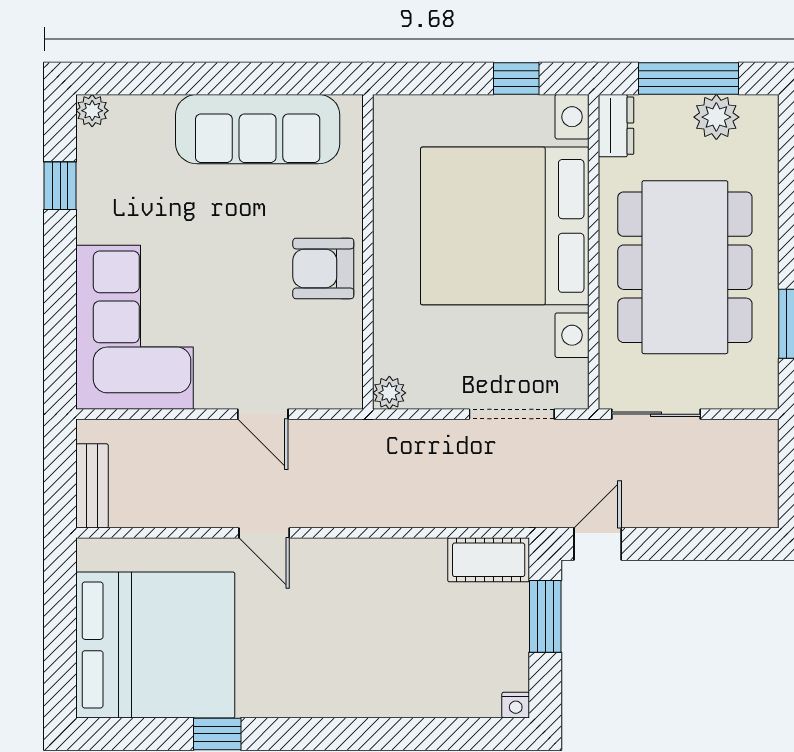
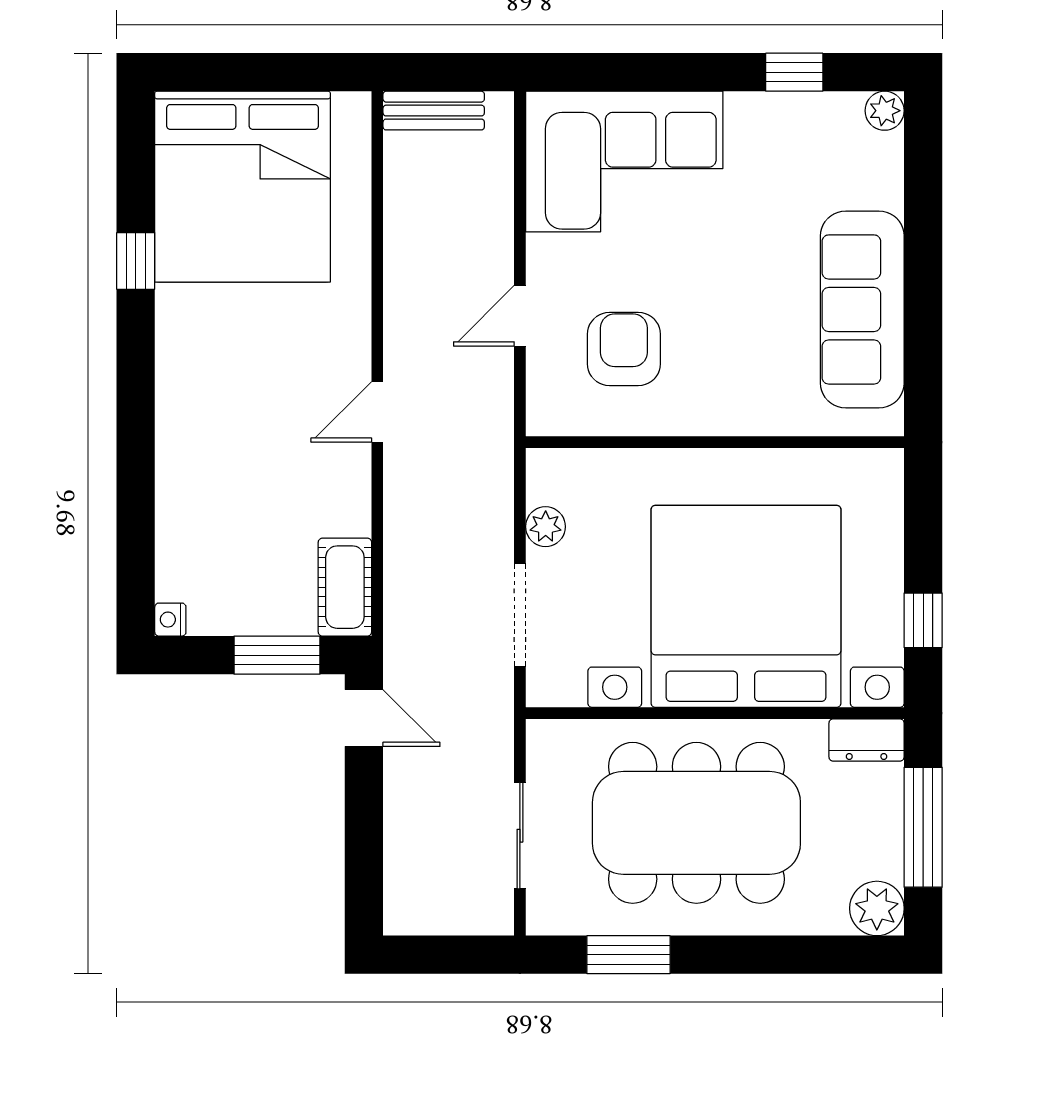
plant: (716, 117) -> (877, 908), moved
armchair: (323, 268) -> (624, 349), moved
plant: (389, 393) -> (546, 527), moved
sliding door: (656, 414) -> (520, 836), moved
door: (264, 533) -> (377, 412), moved

